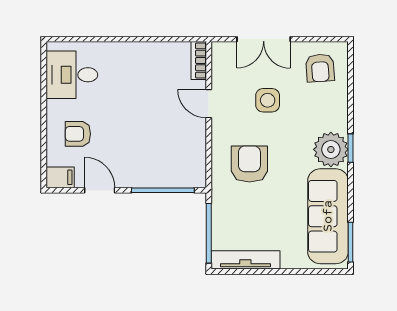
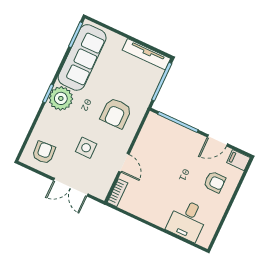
double door: (264, 39) -> (71, 187), swing flipped
desk: (72, 75) -> (187, 220), moved, turned 90
door: (100, 190) -> (217, 140), hinge flipped

